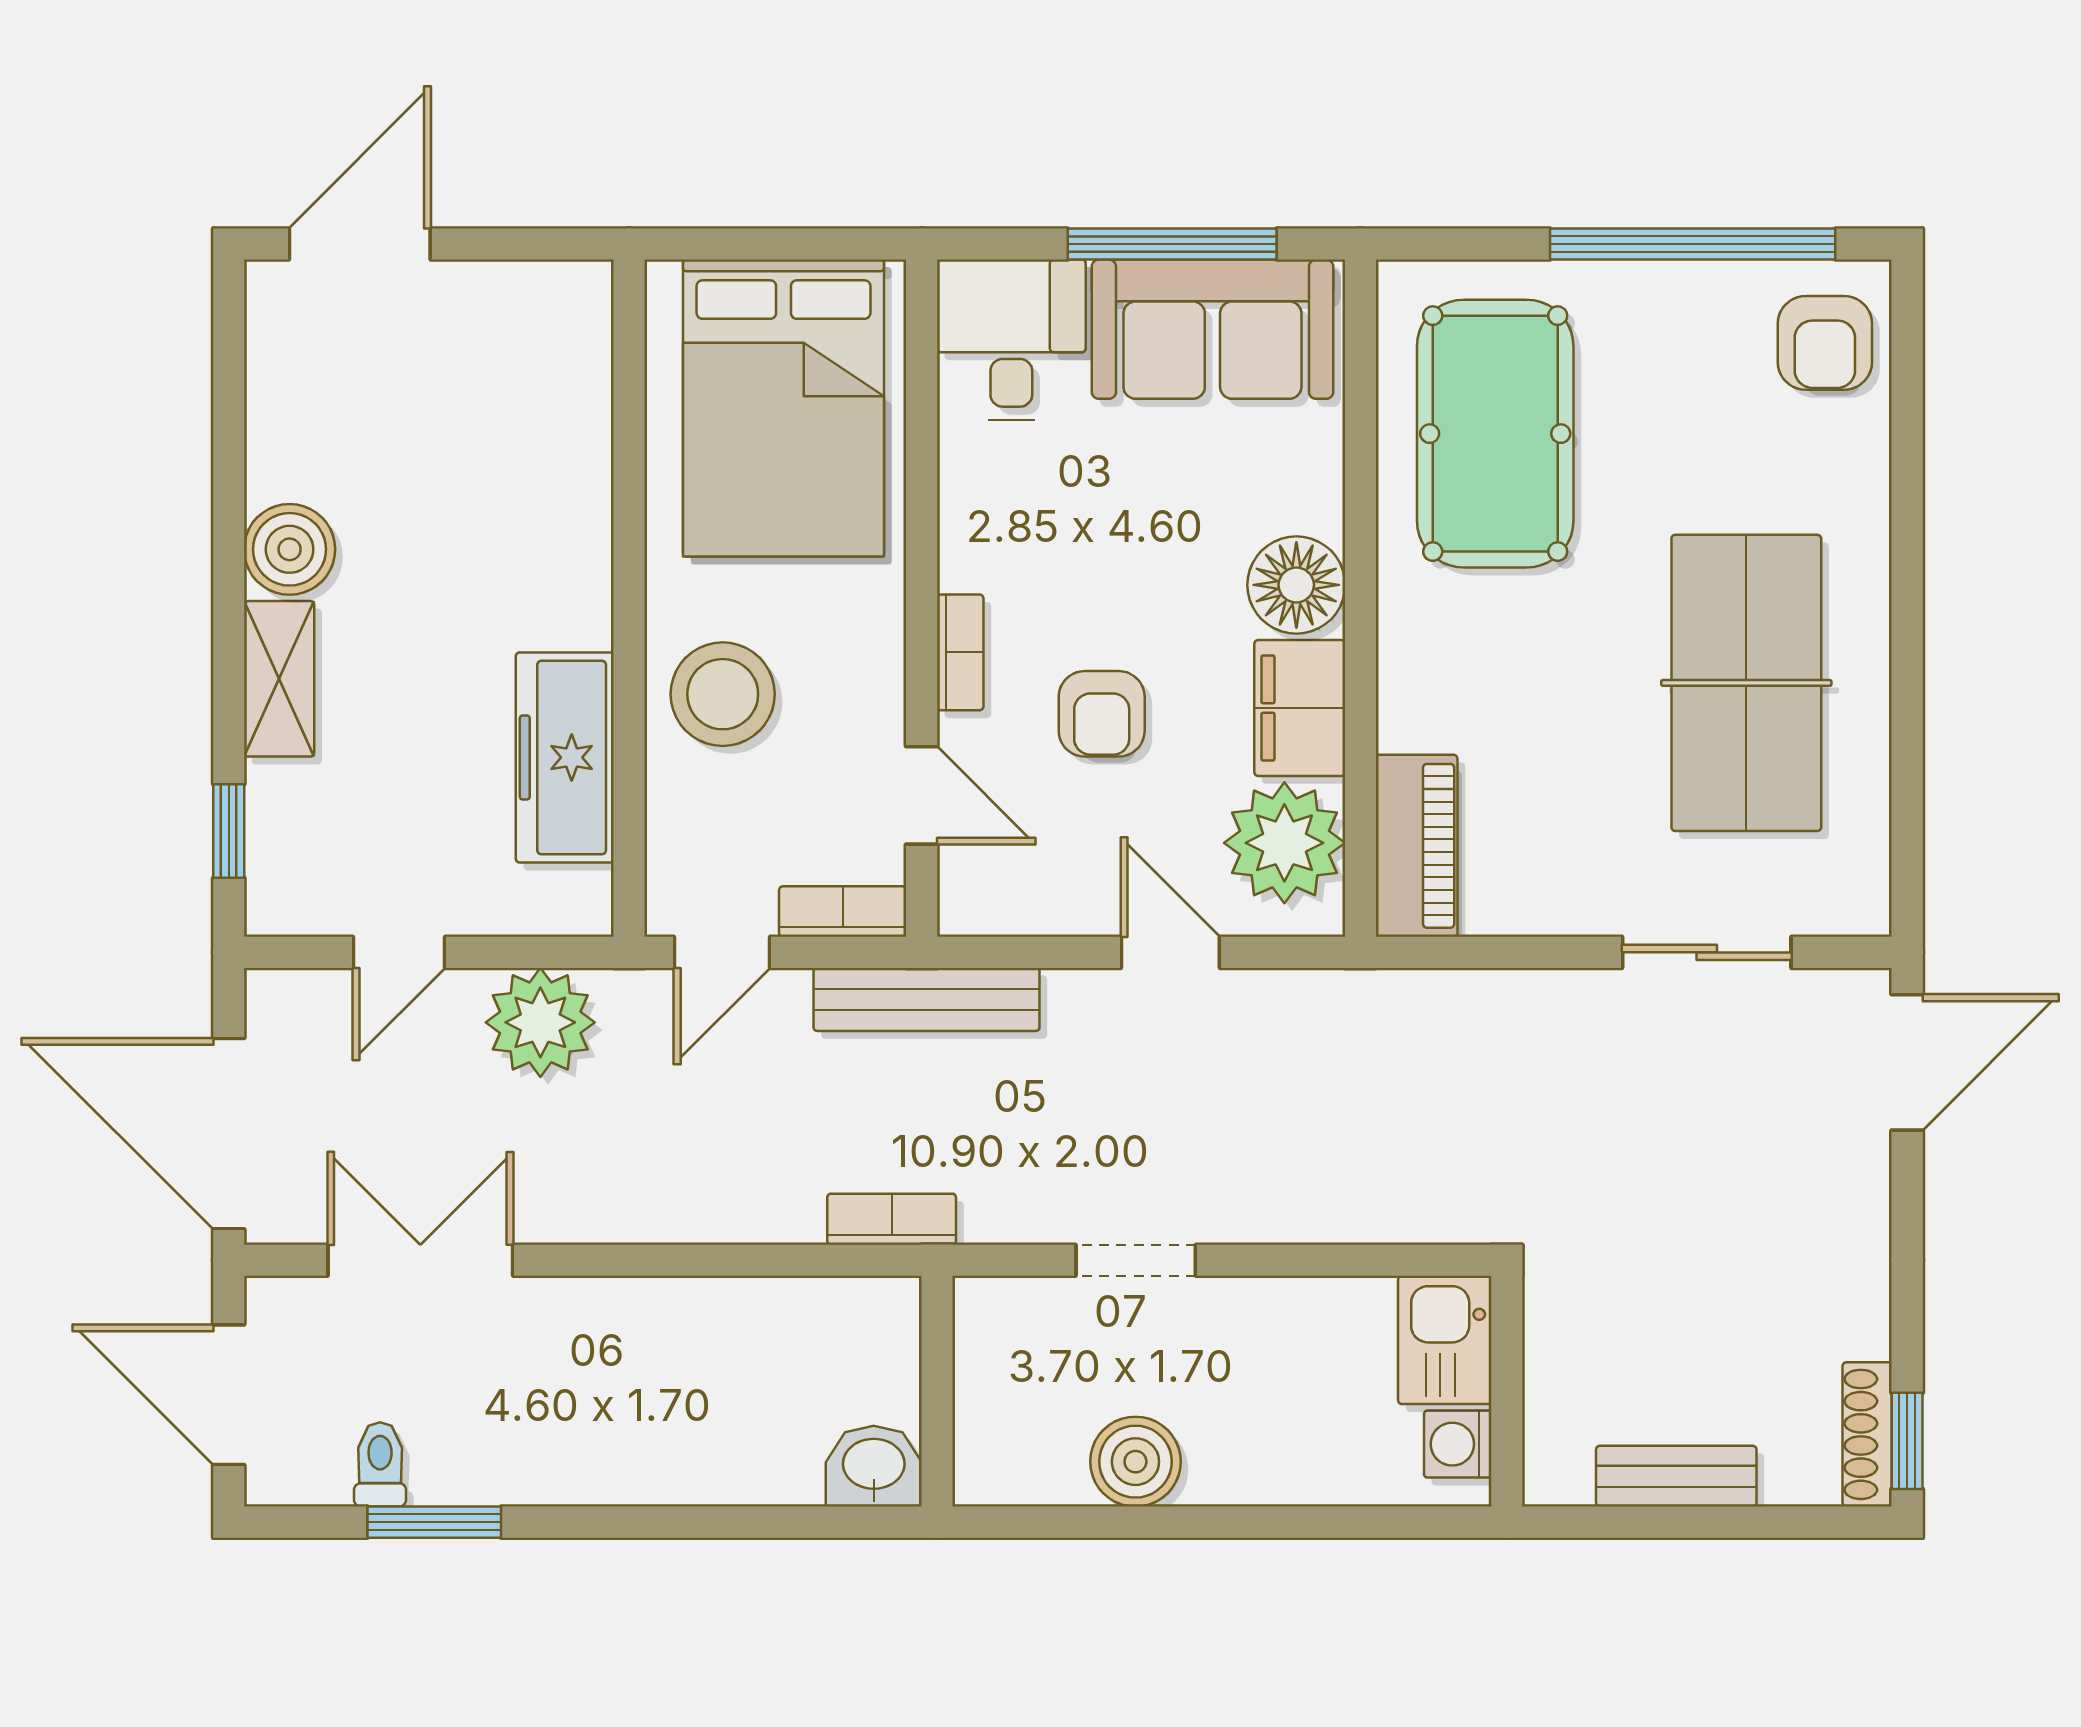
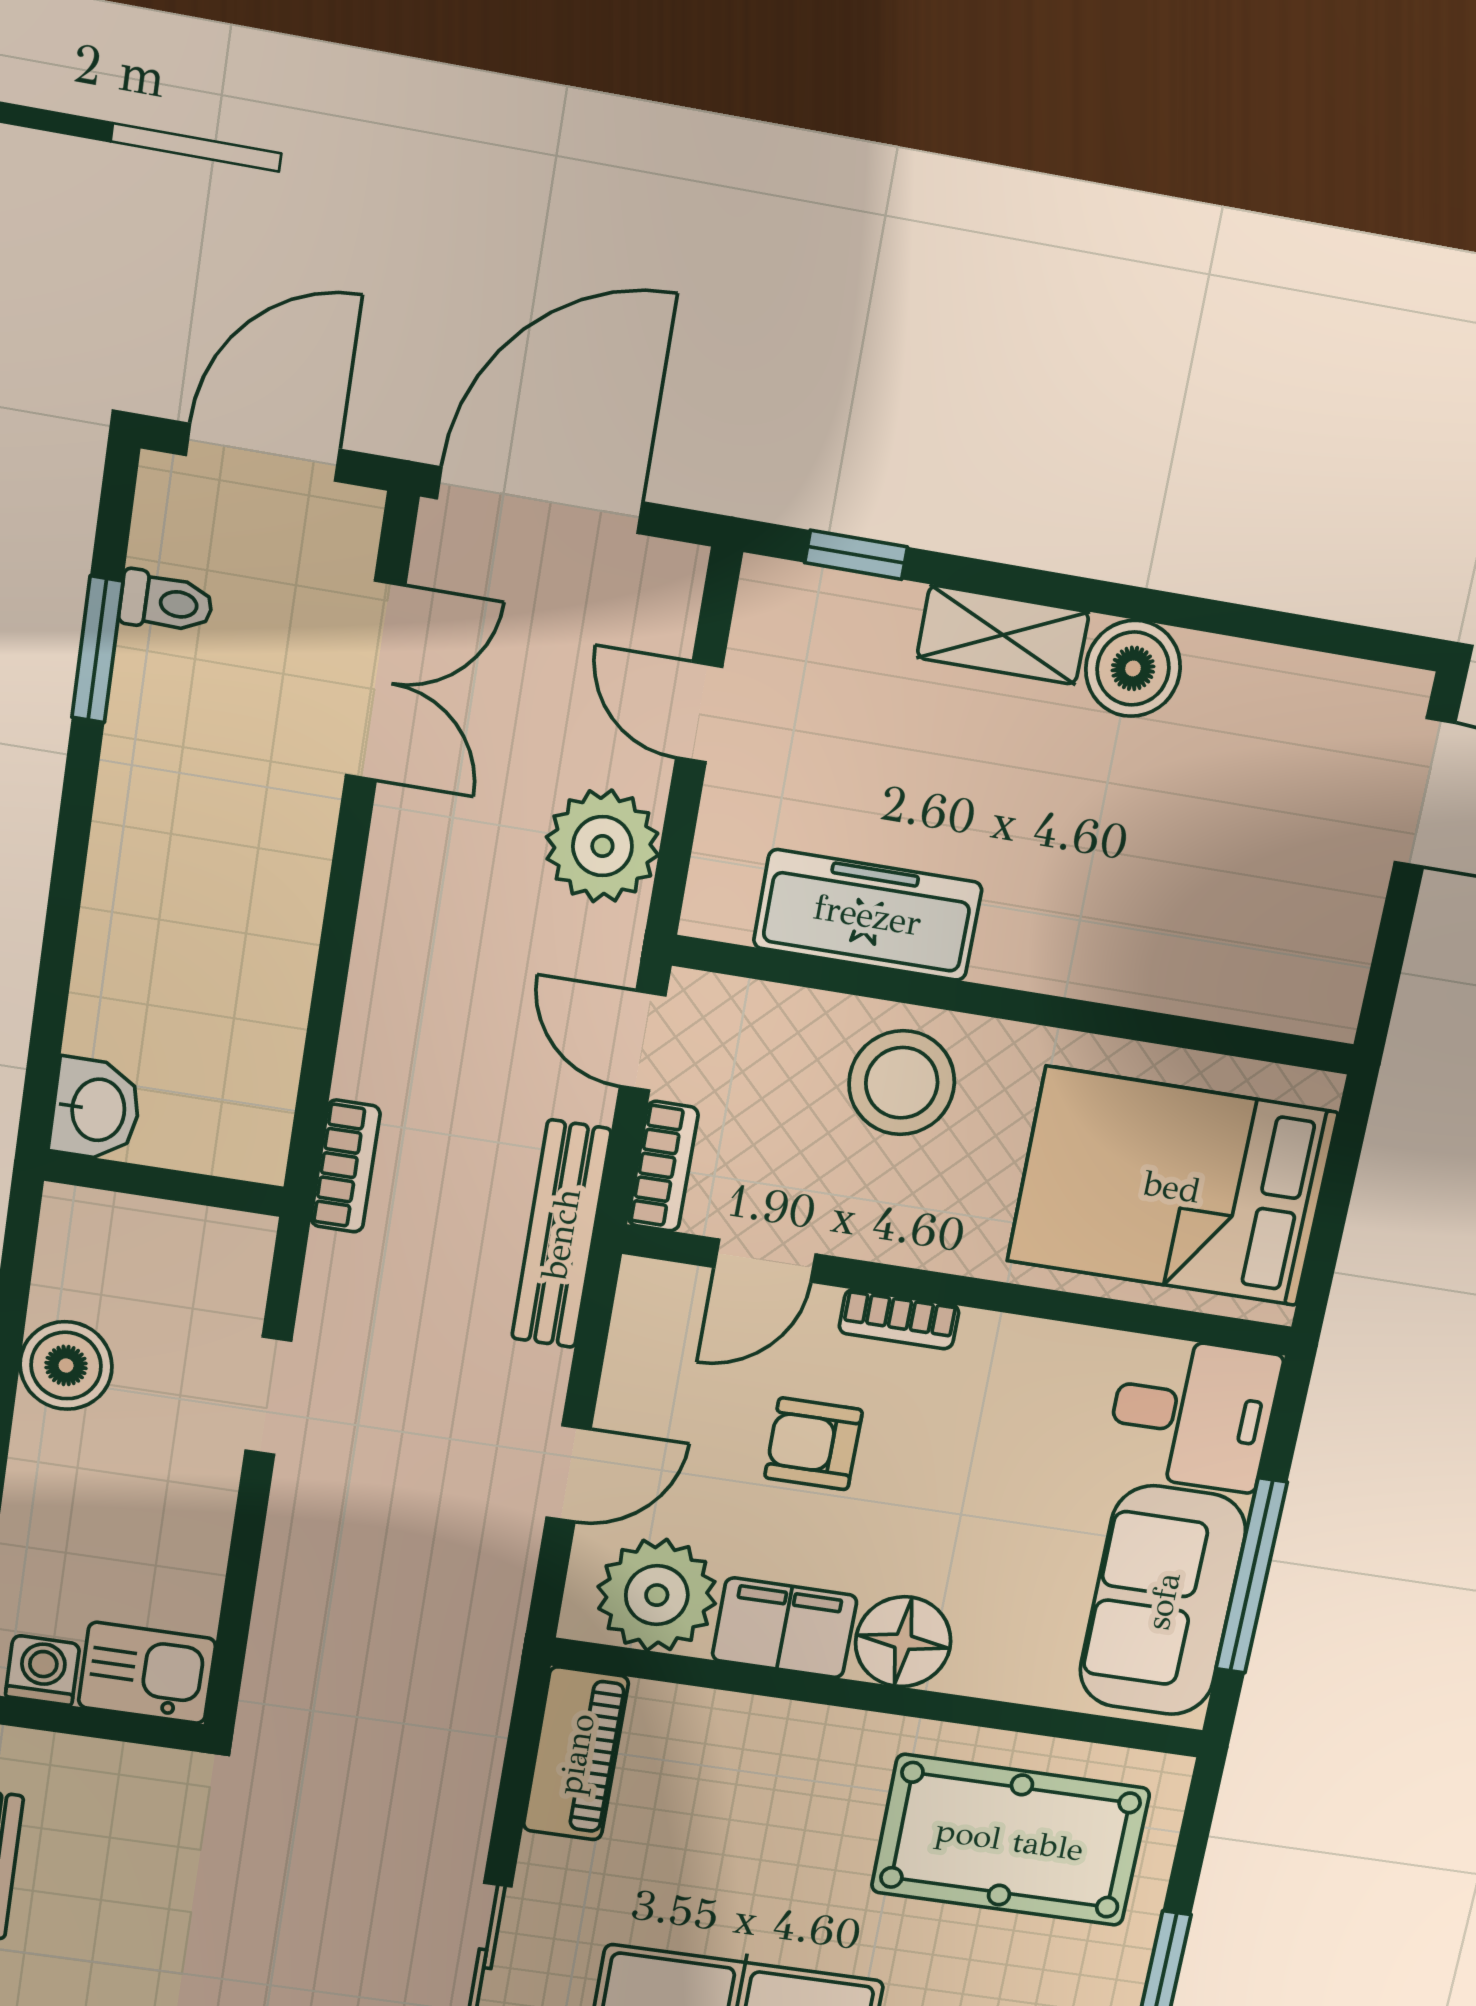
piano: (1417, 846) -> (576, 1754), moved, turned -90

